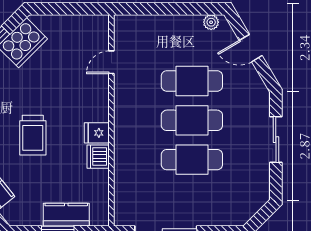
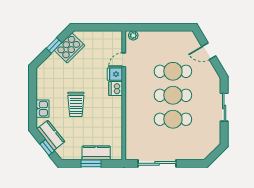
plant: (211, 22) -> (133, 35), moved
fridge: (97, 133) -> (115, 74), moved
dishwasher: (98, 157) -> (116, 89), moved

